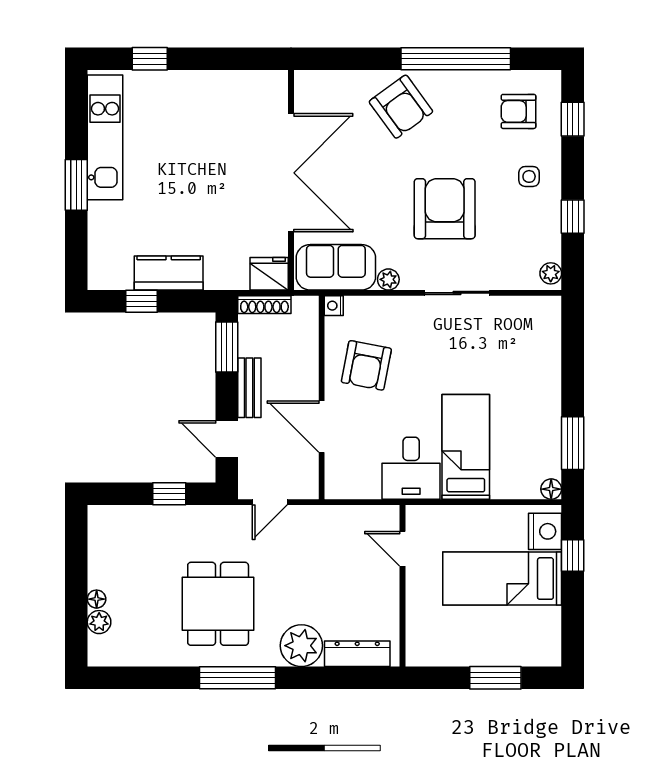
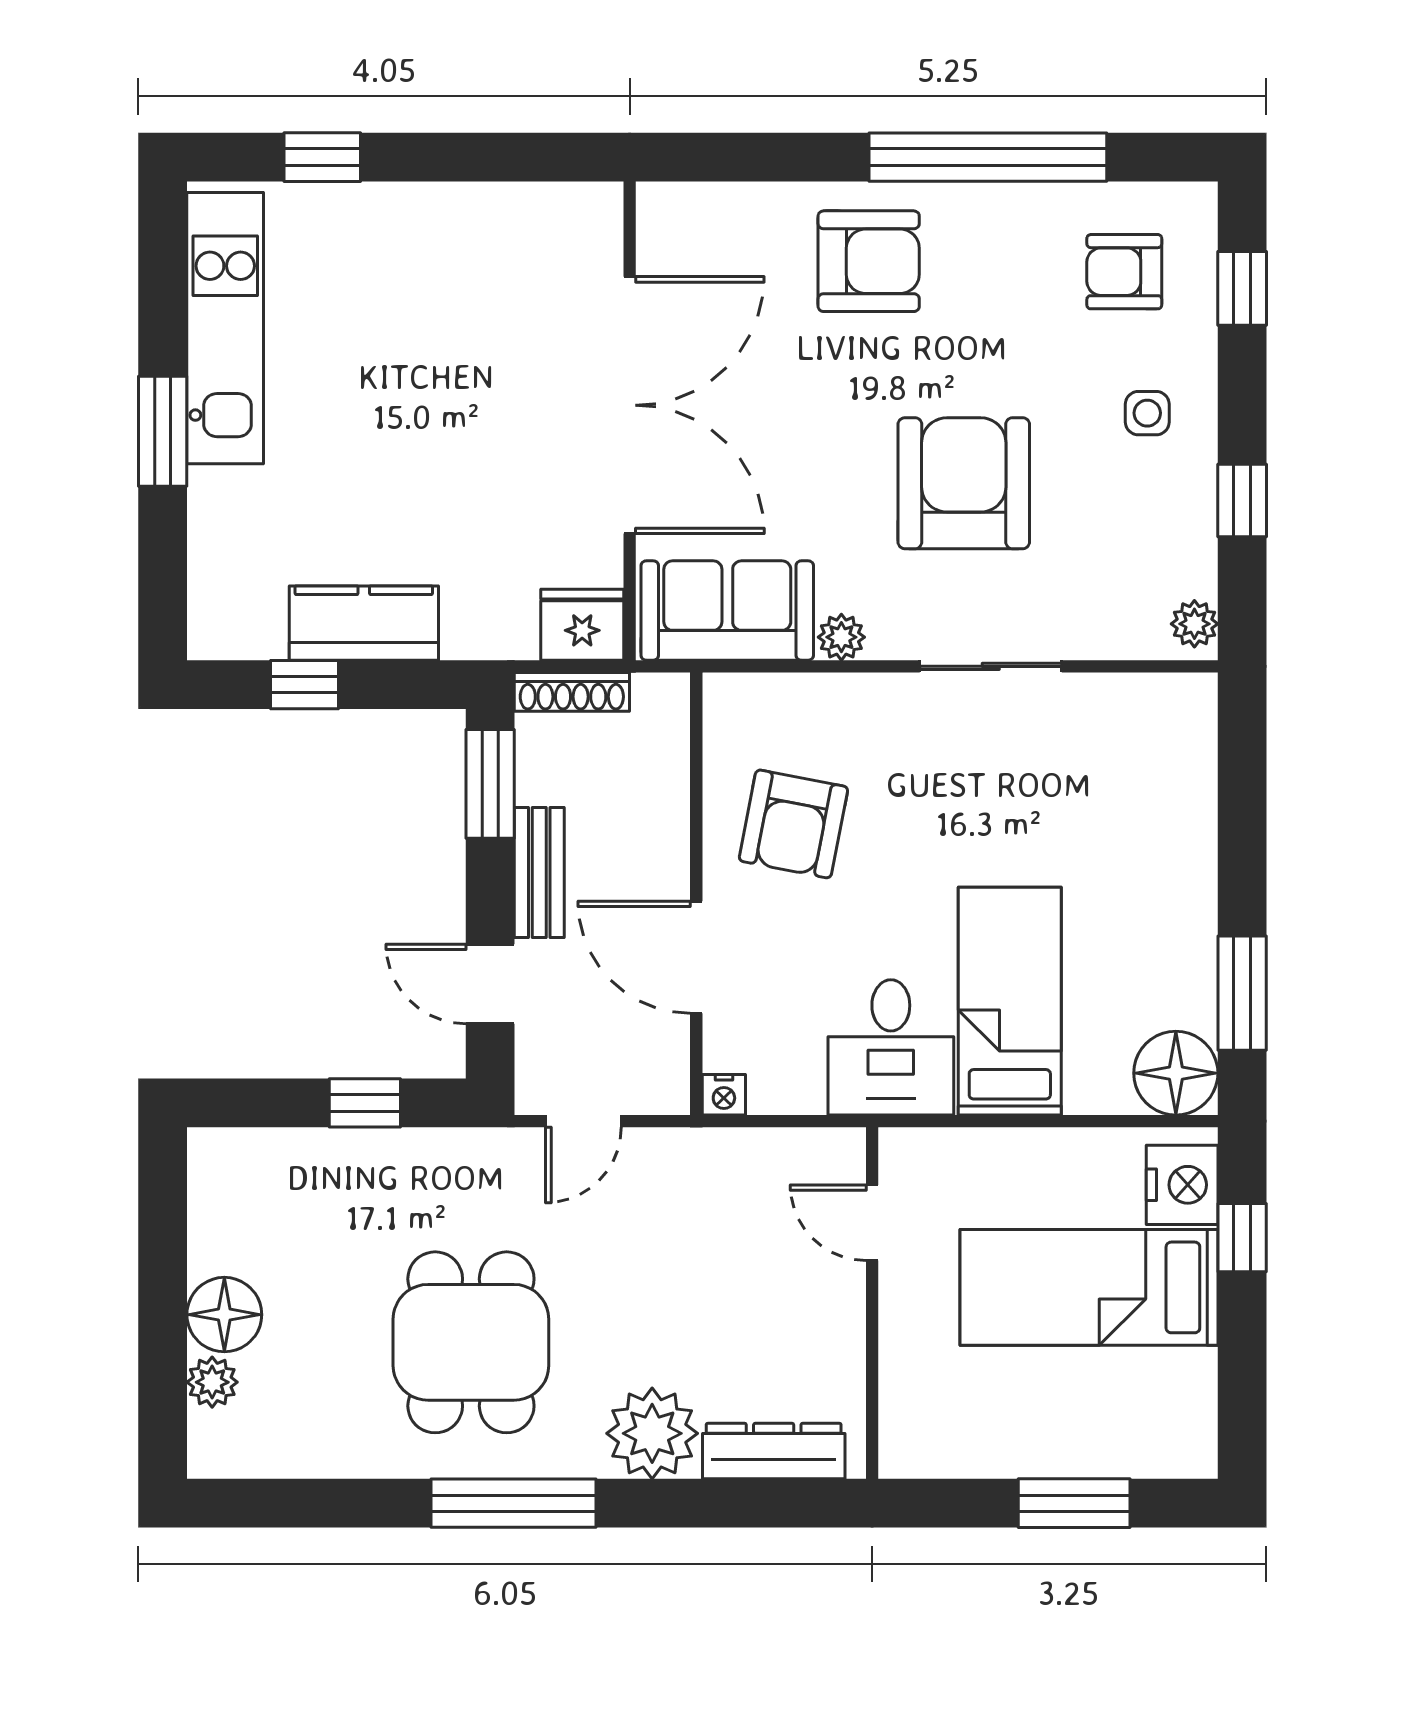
armchair: (401, 107) -> (869, 261), turned -54
nightstand: (334, 306) -> (724, 1095), moved, turned -90
floor lamp: (551, 489) -> (1176, 1073), width x1.89, depth x1.89
floor lamp: (97, 599) -> (224, 1315), width x1.89, depth x1.89

